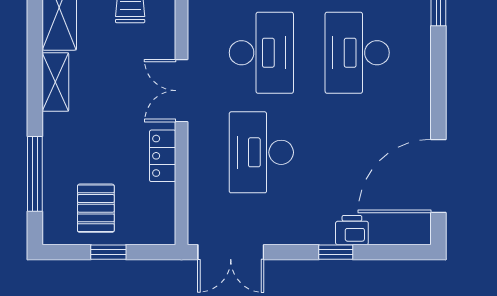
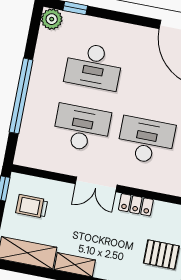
desk: (261, 152) -> (146, 141), turned 180

